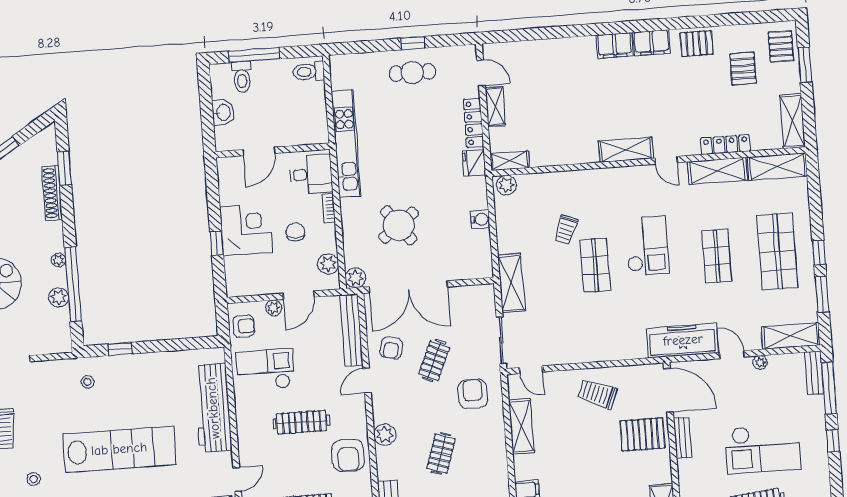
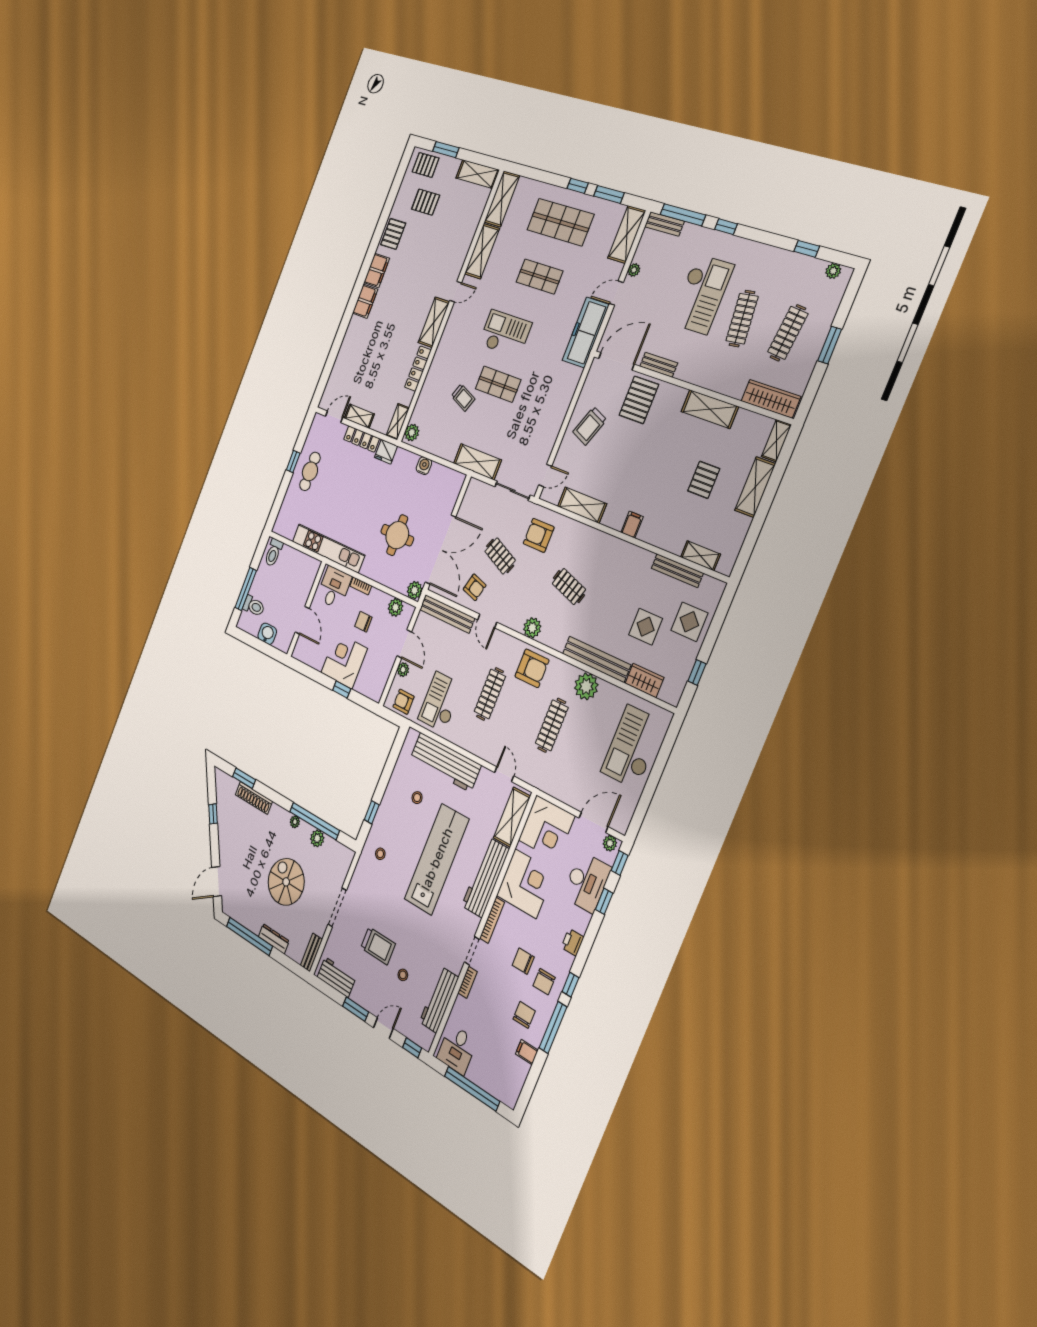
locker: (725, 145) -> (418, 369), moved
round table: (399, 225) -> (397, 535), turned 37
armchair: (244, 326) -> (404, 702), turned -90
stool: (34, 479) -> (417, 798), moved

